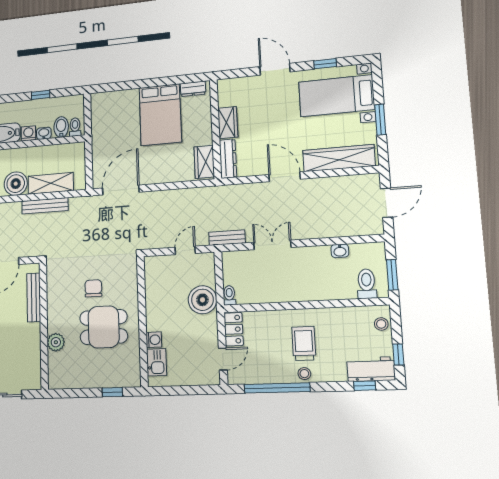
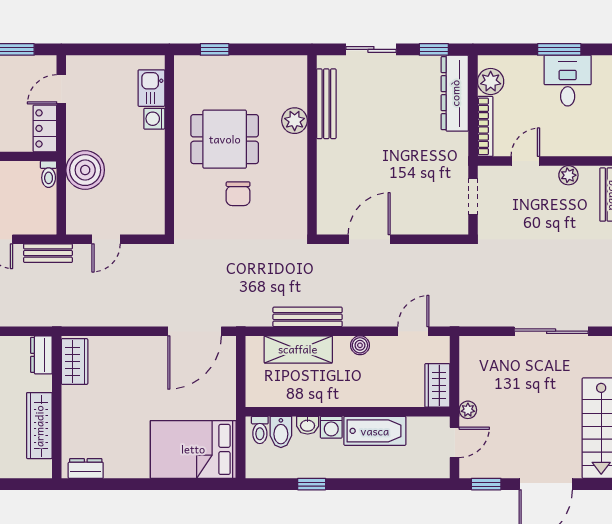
bed: (160, 115) -> (193, 449), moved, turned -90
wardrobe: (228, 123) -> (39, 426), width x1.50
dresser: (228, 159) -> (41, 355), width x0.70
boiler: (16, 184) -> (360, 345), width x0.54, depth x0.54
bench: (34, 297) -> (326, 104), moved

